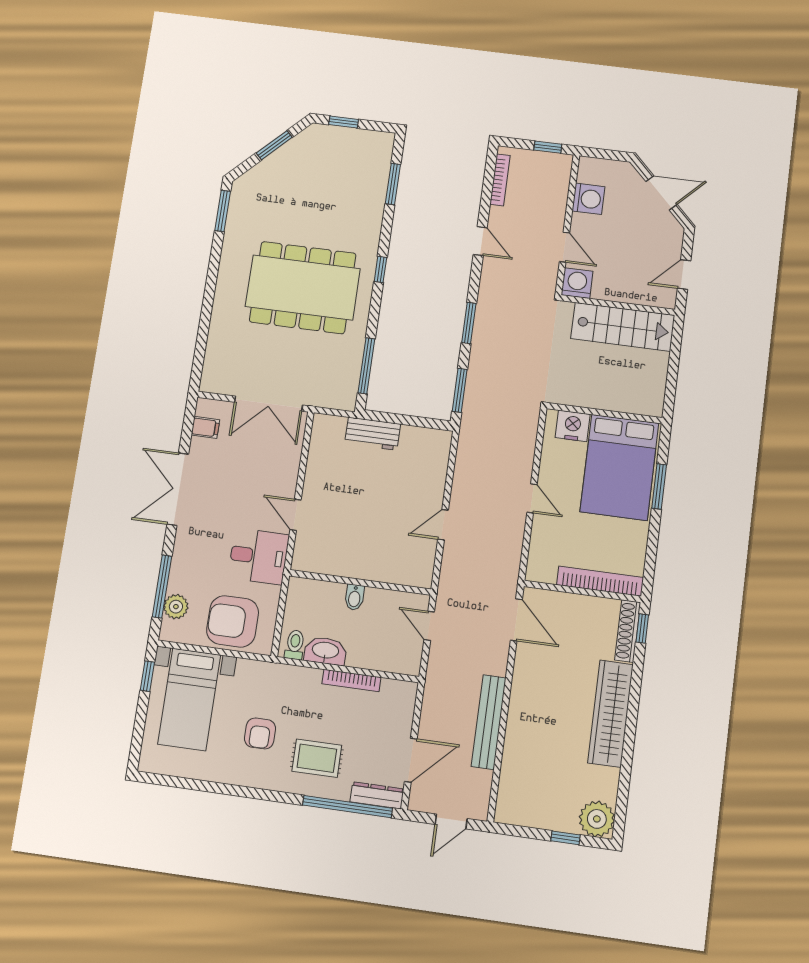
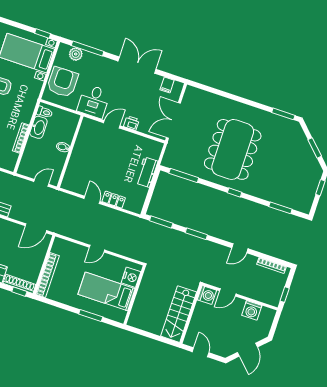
bed: (619, 467) -> (106, 291), width x0.67
printer: (287, 479) -> (131, 123), added
locker: (435, 485) -> (114, 200), added

